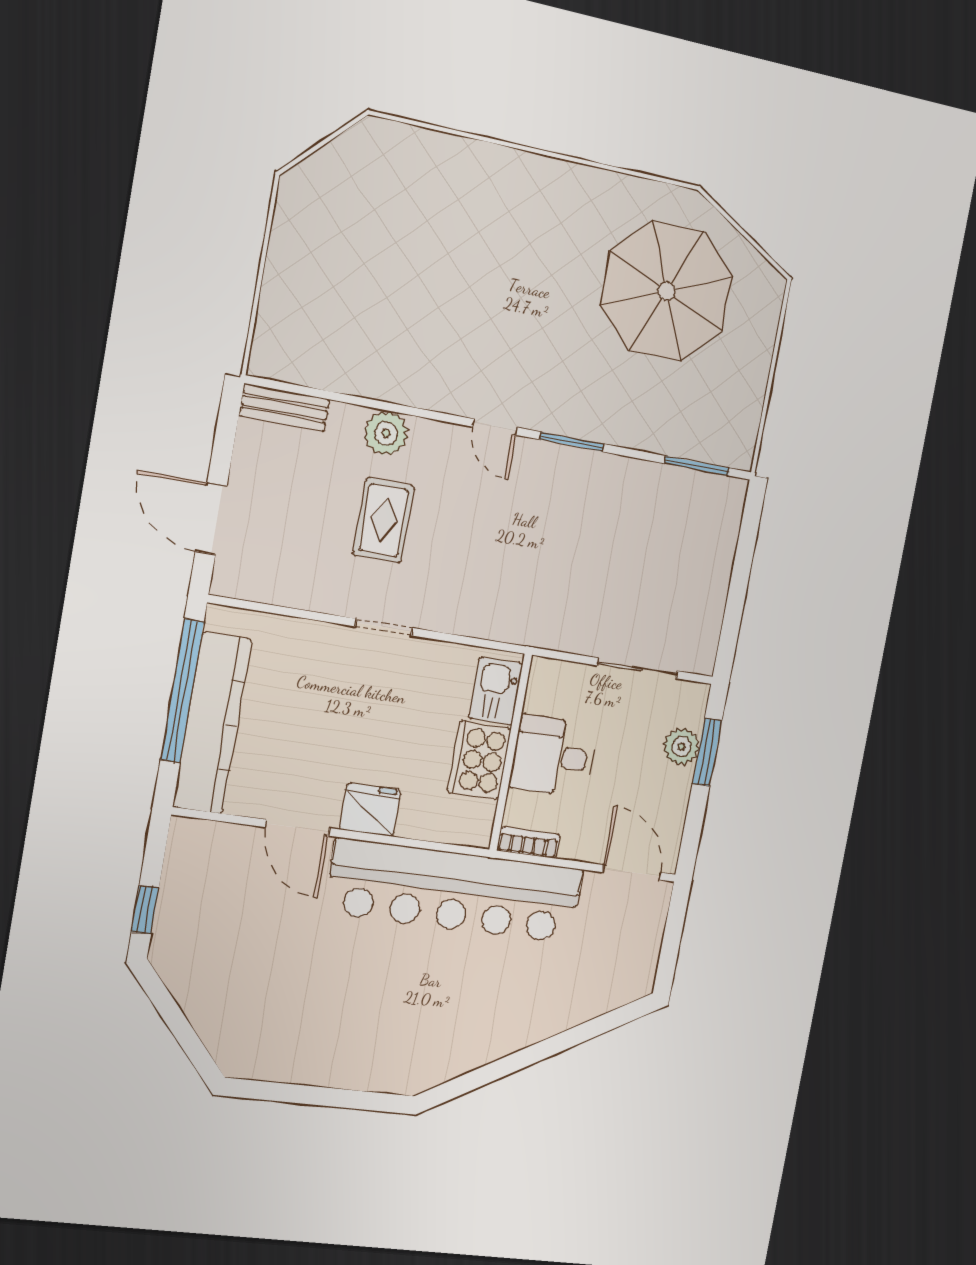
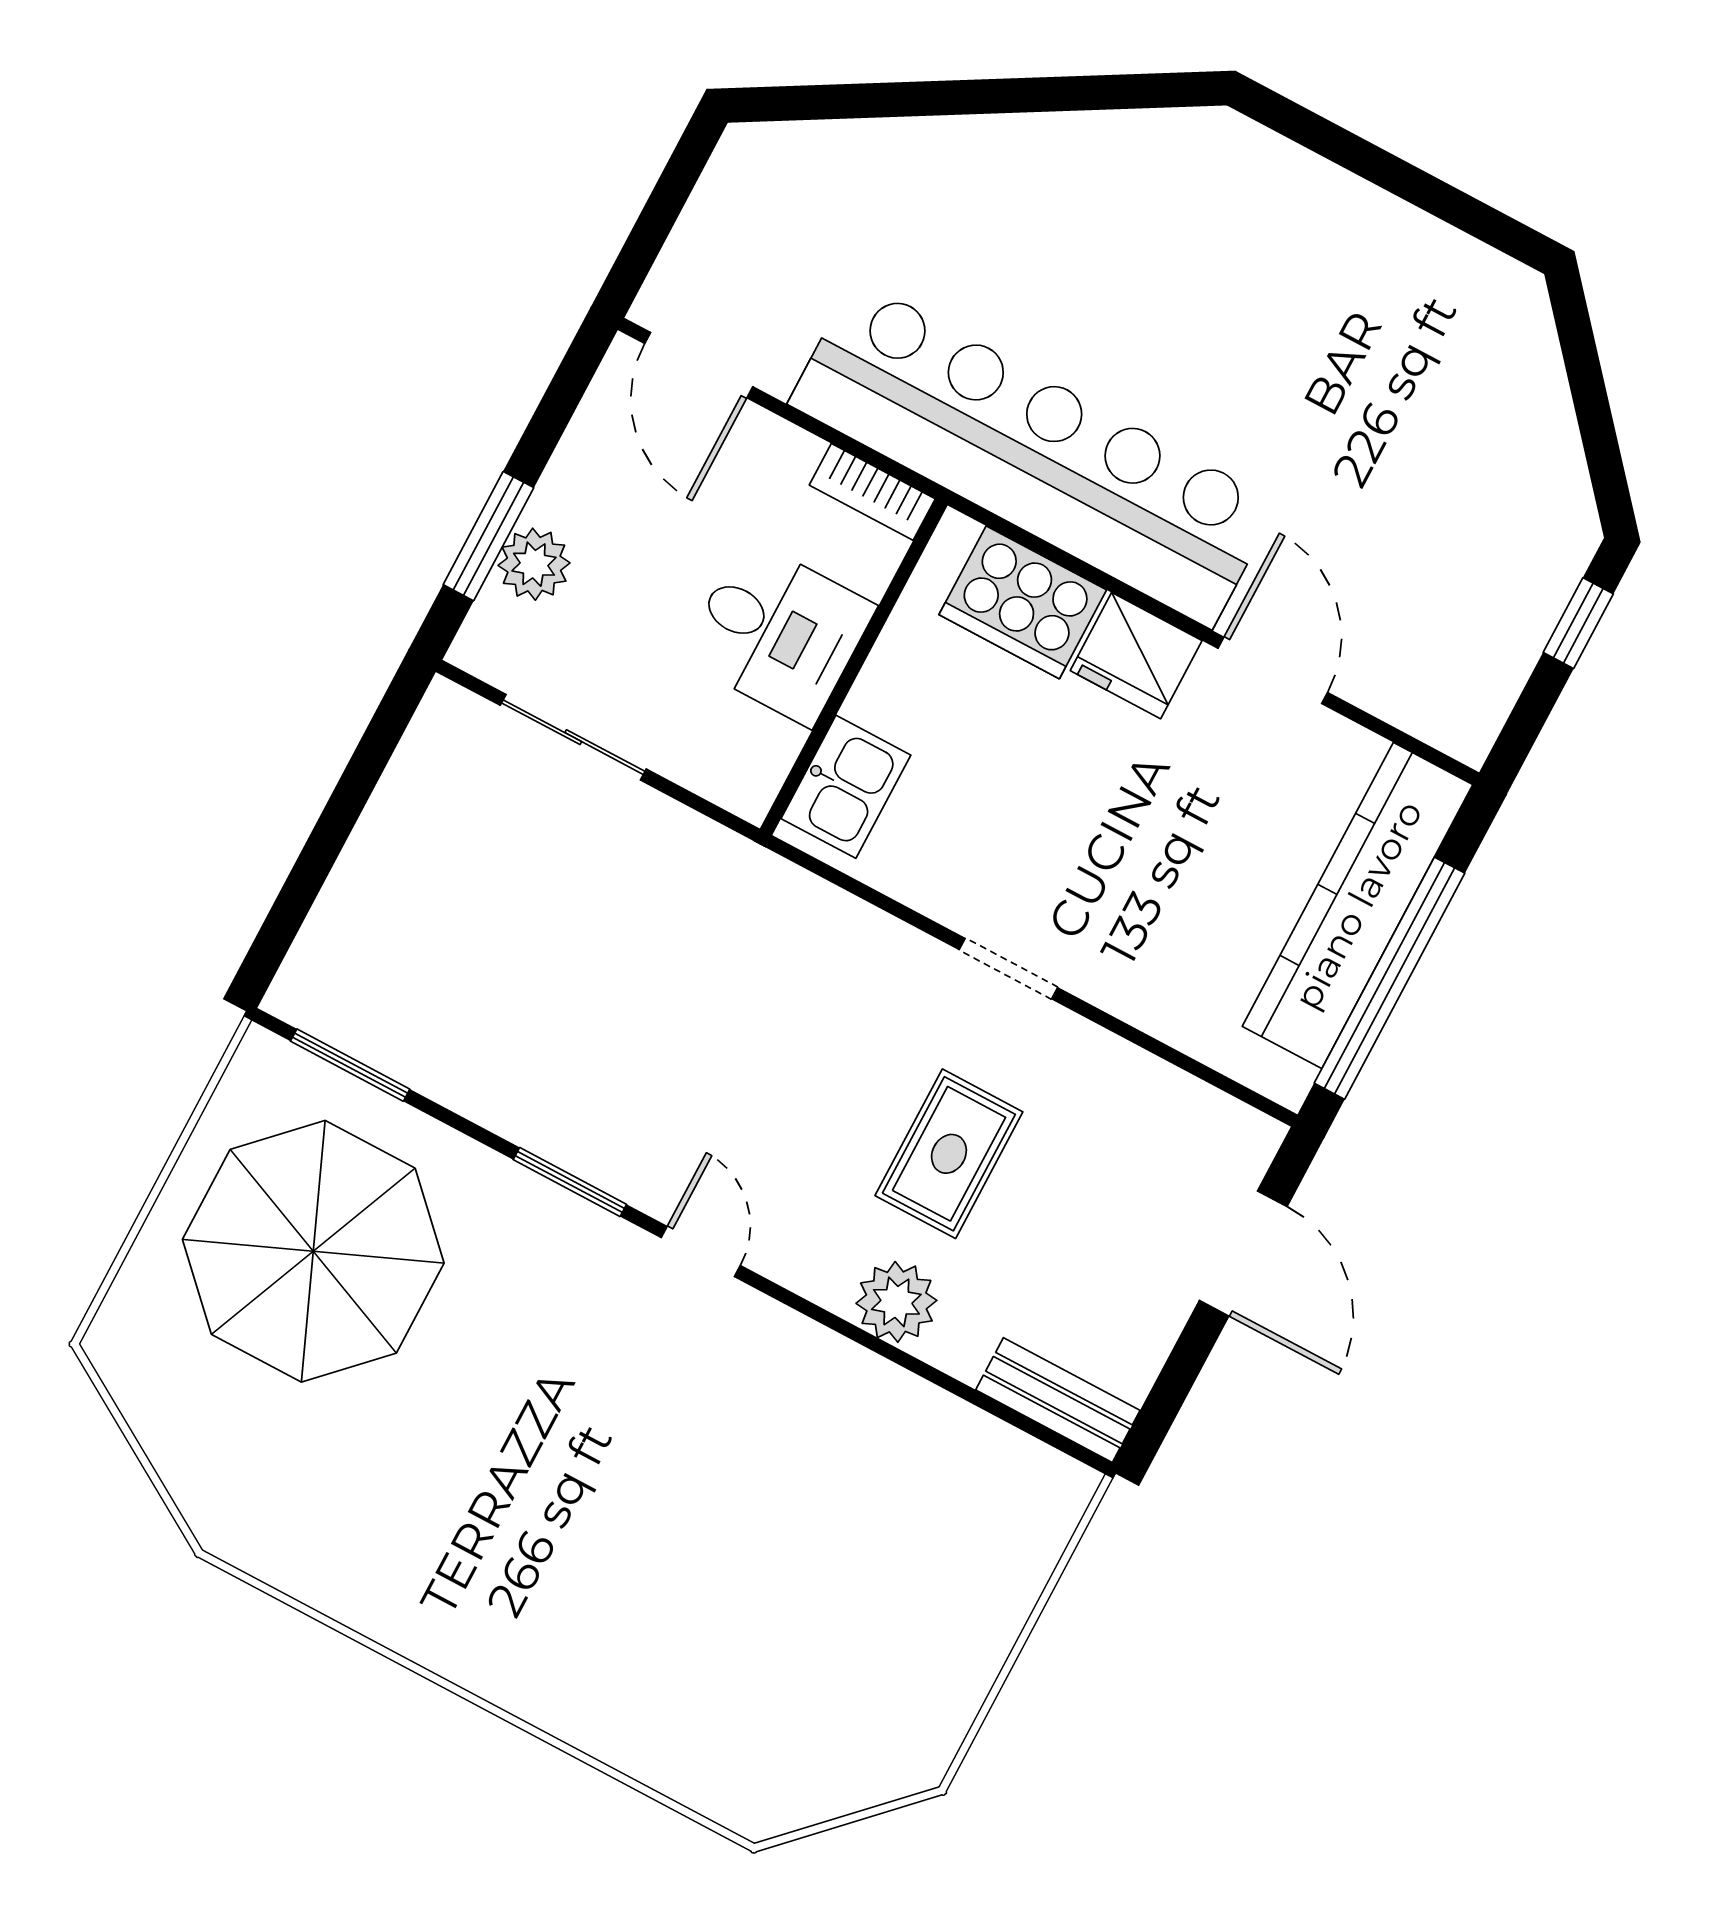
parasol: (666, 291) -> (313, 1251), moved
cooker: (479, 760) -> (1023, 602), moved, turned 90

